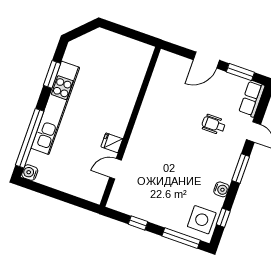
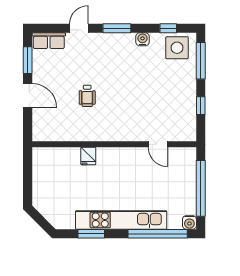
wheelchair: (214, 124) -> (87, 96), moved
fridge: (112, 143) -> (88, 156), moved
window: (59, 195) -> (201, 188), added

